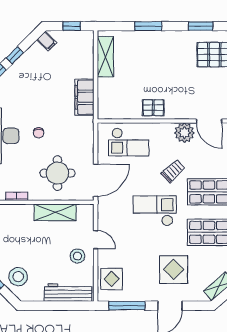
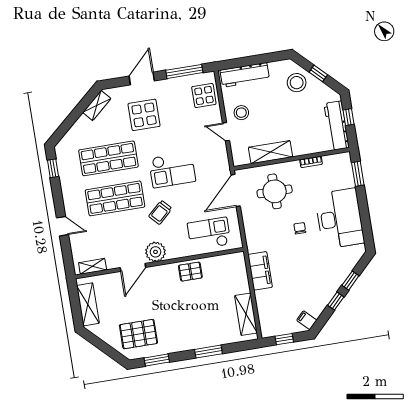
door: (209, 121) -> (133, 267), swing flipped

